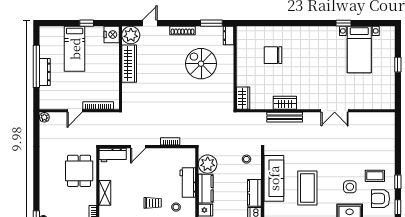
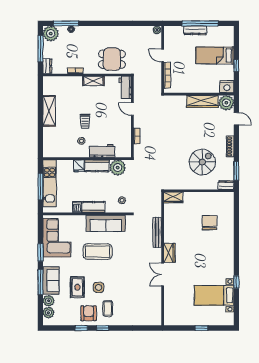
wardrobe: (285, 103) -> (169, 253), moved

